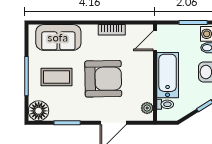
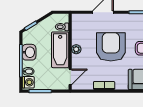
armchair: (103, 79) -> (111, 47), turned 91
plant: (147, 108) -> (76, 49), moved

